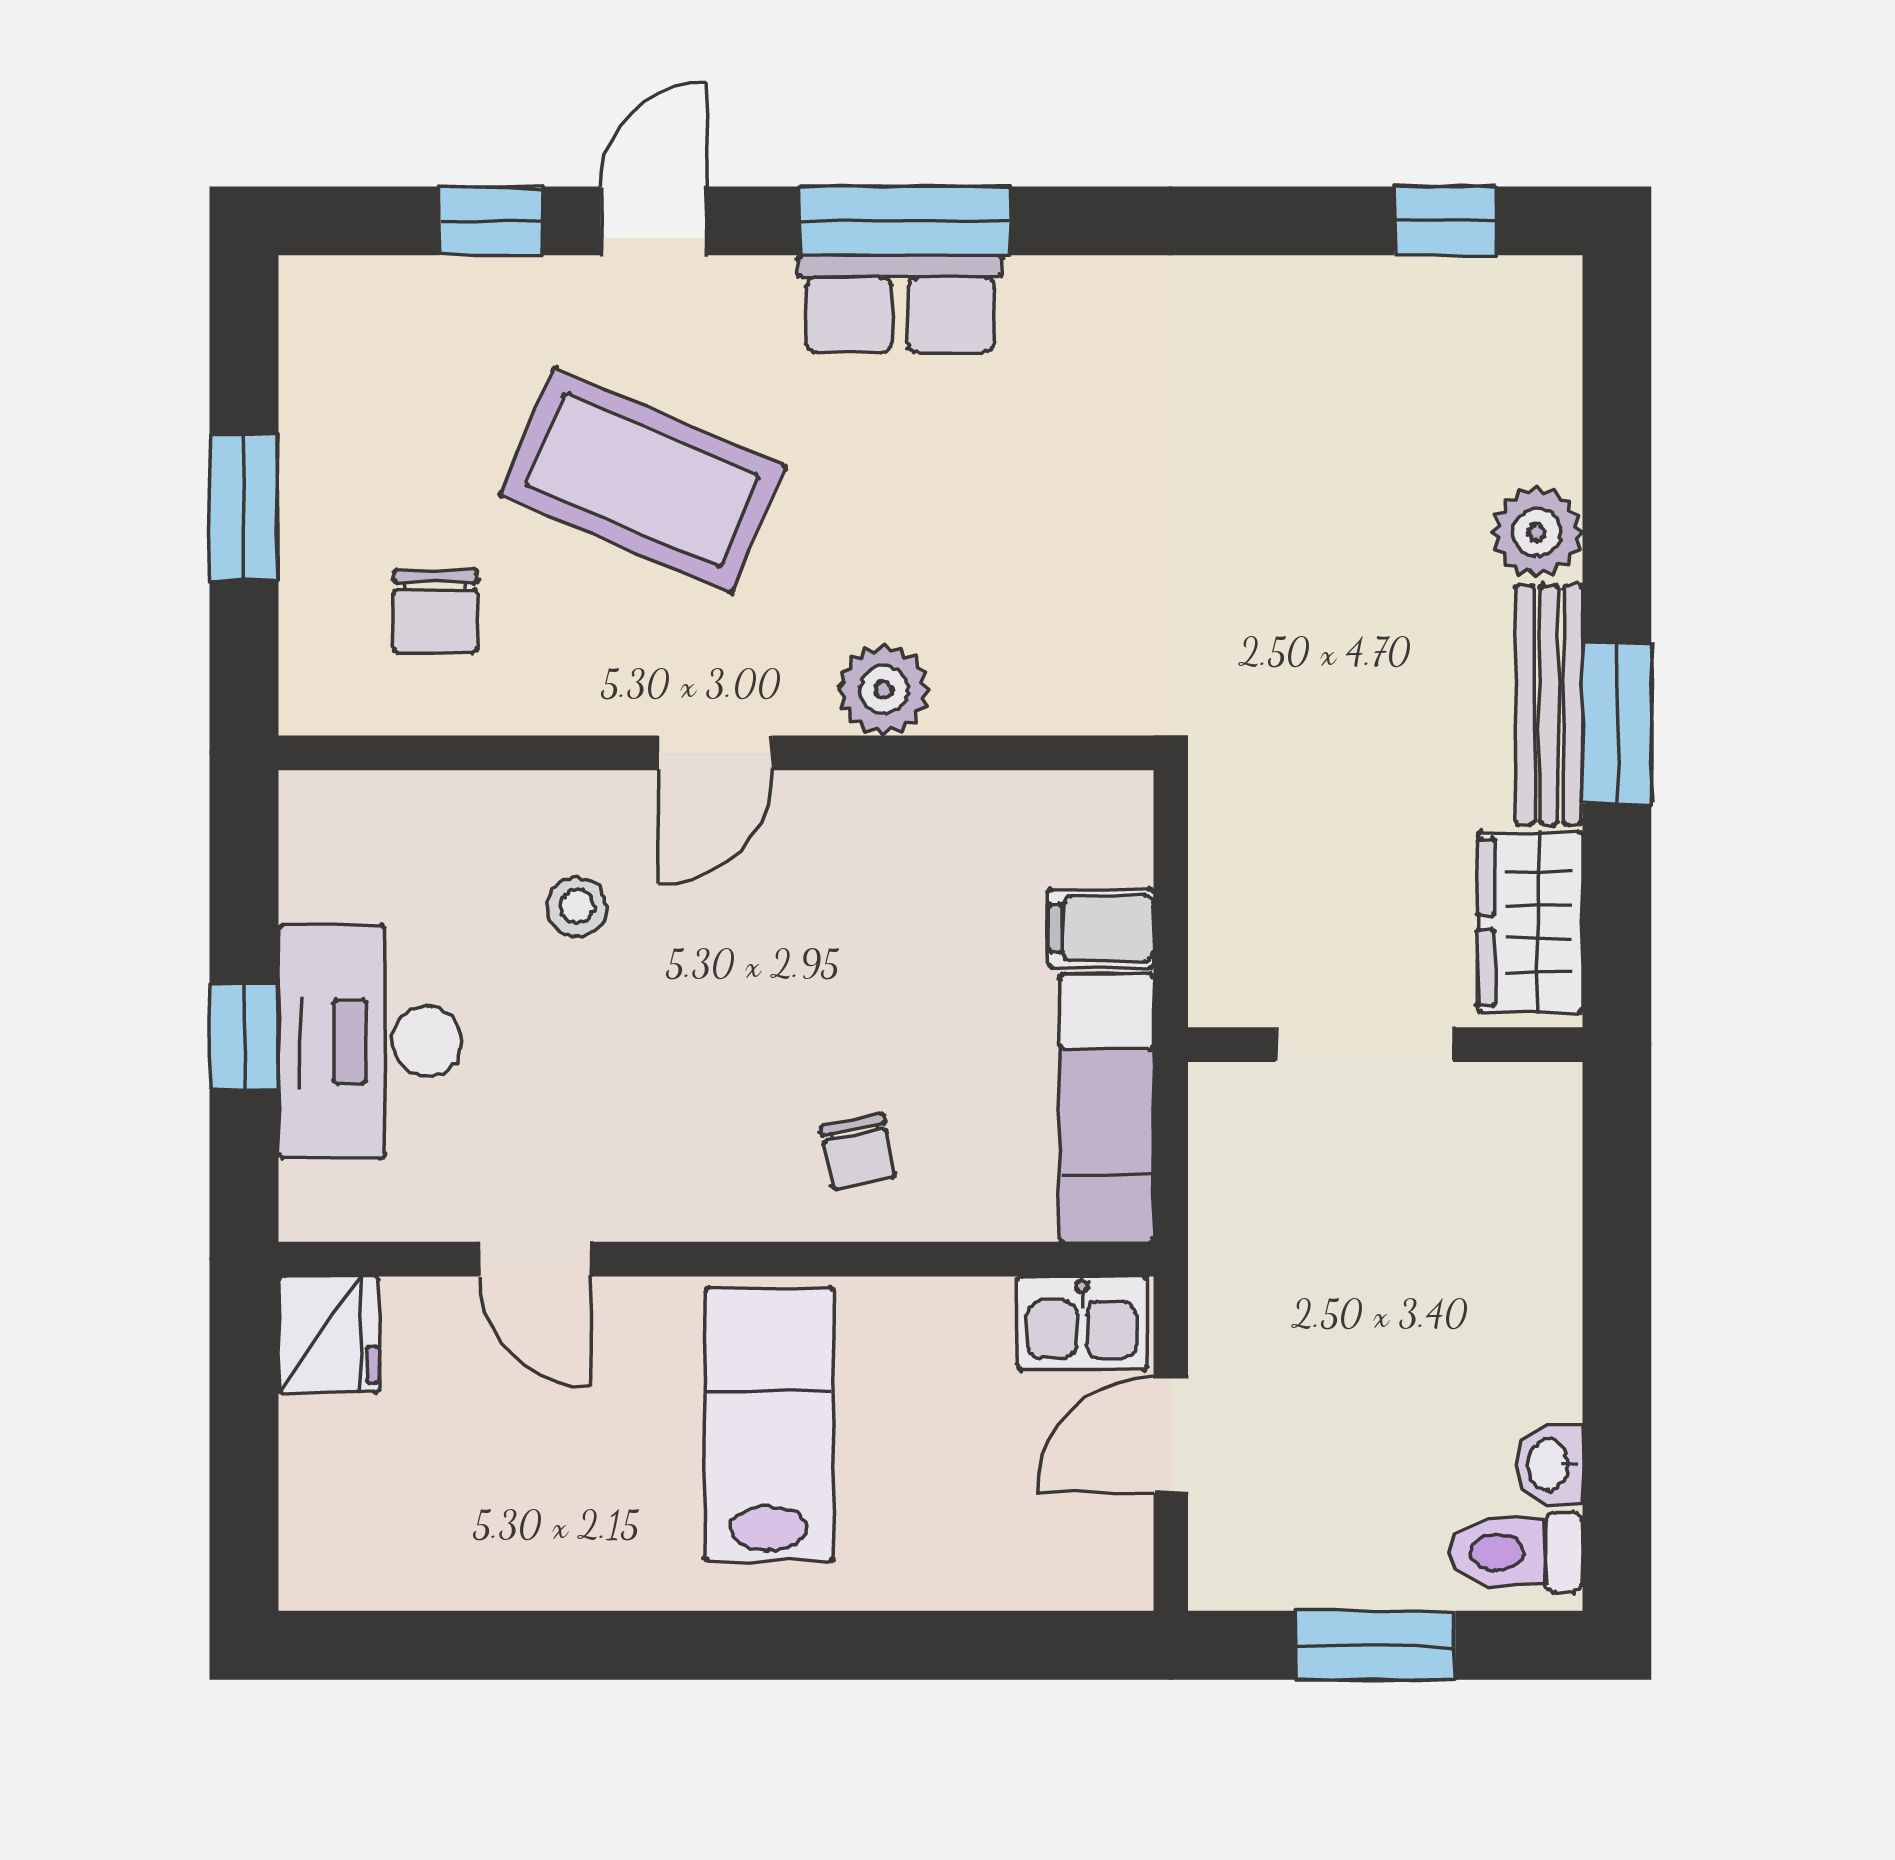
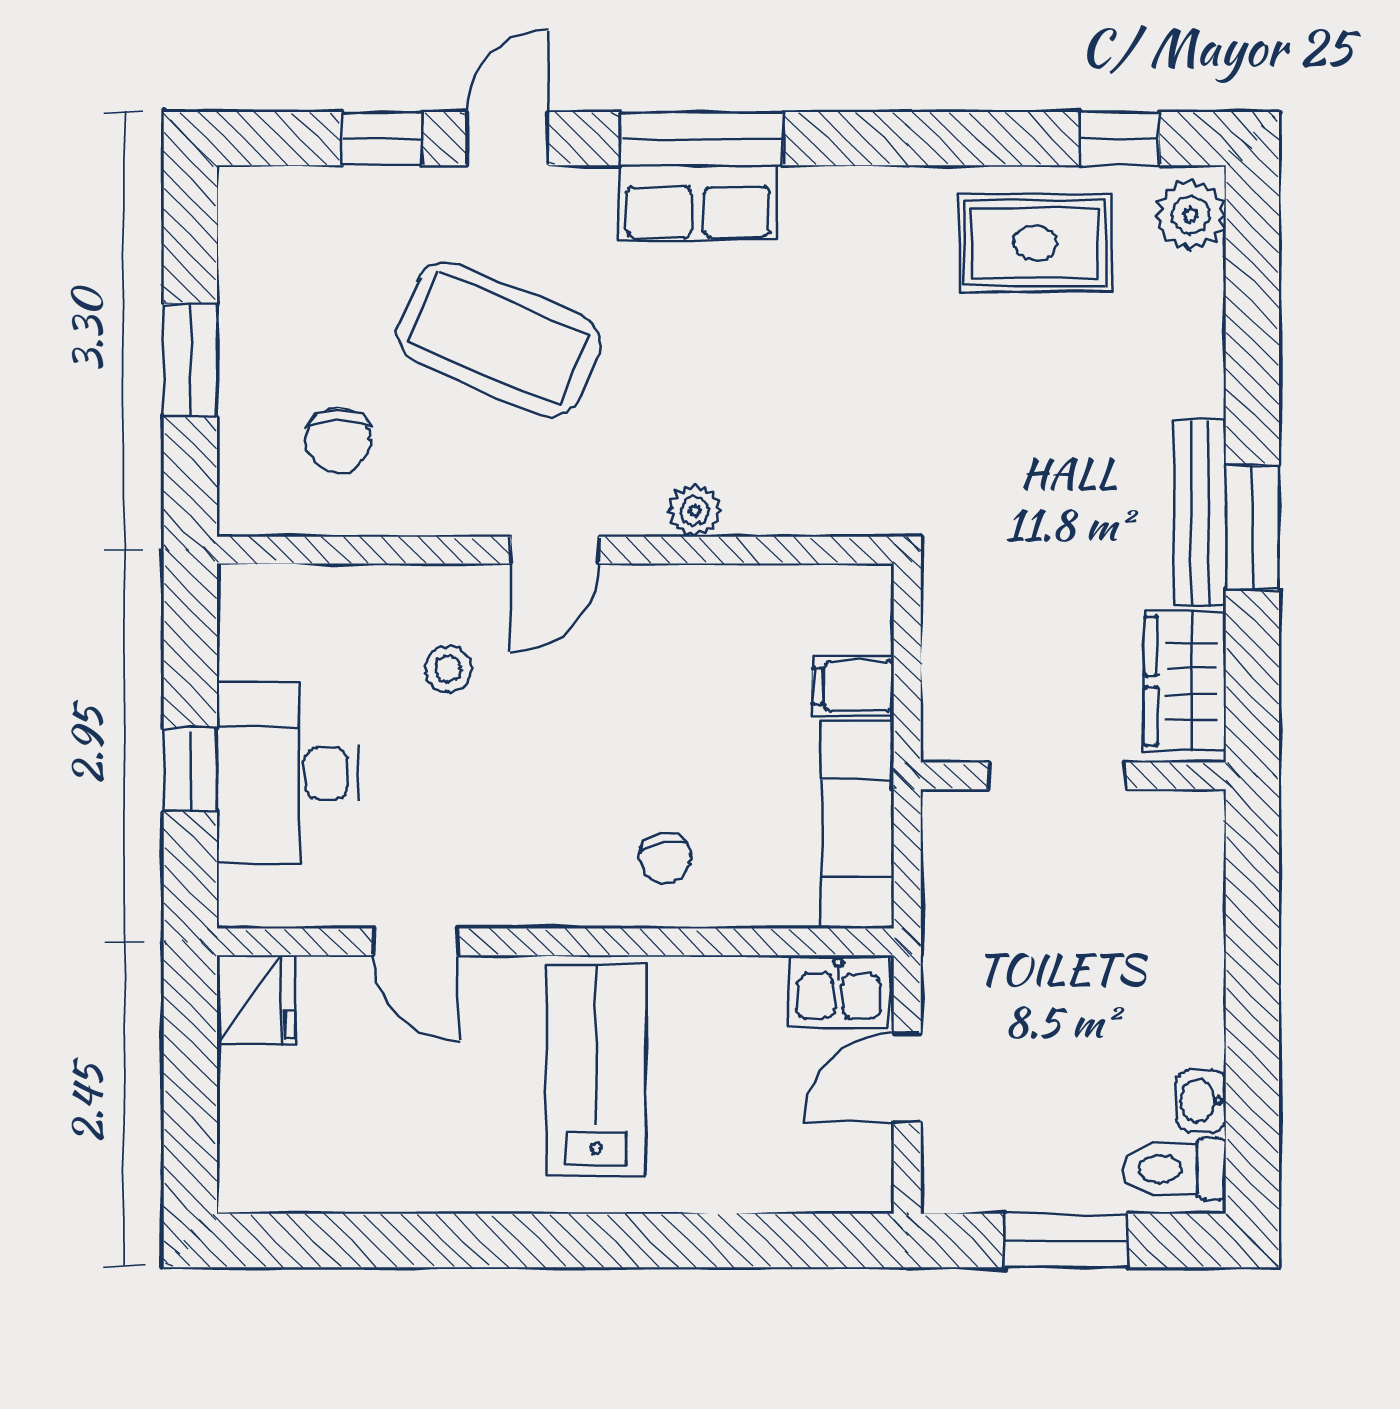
rug: (1336, 356) -> (1035, 243), added
plant: (1537, 532) -> (1190, 215), moved
plant: (884, 689) -> (695, 511), width x0.73, depth x0.73

